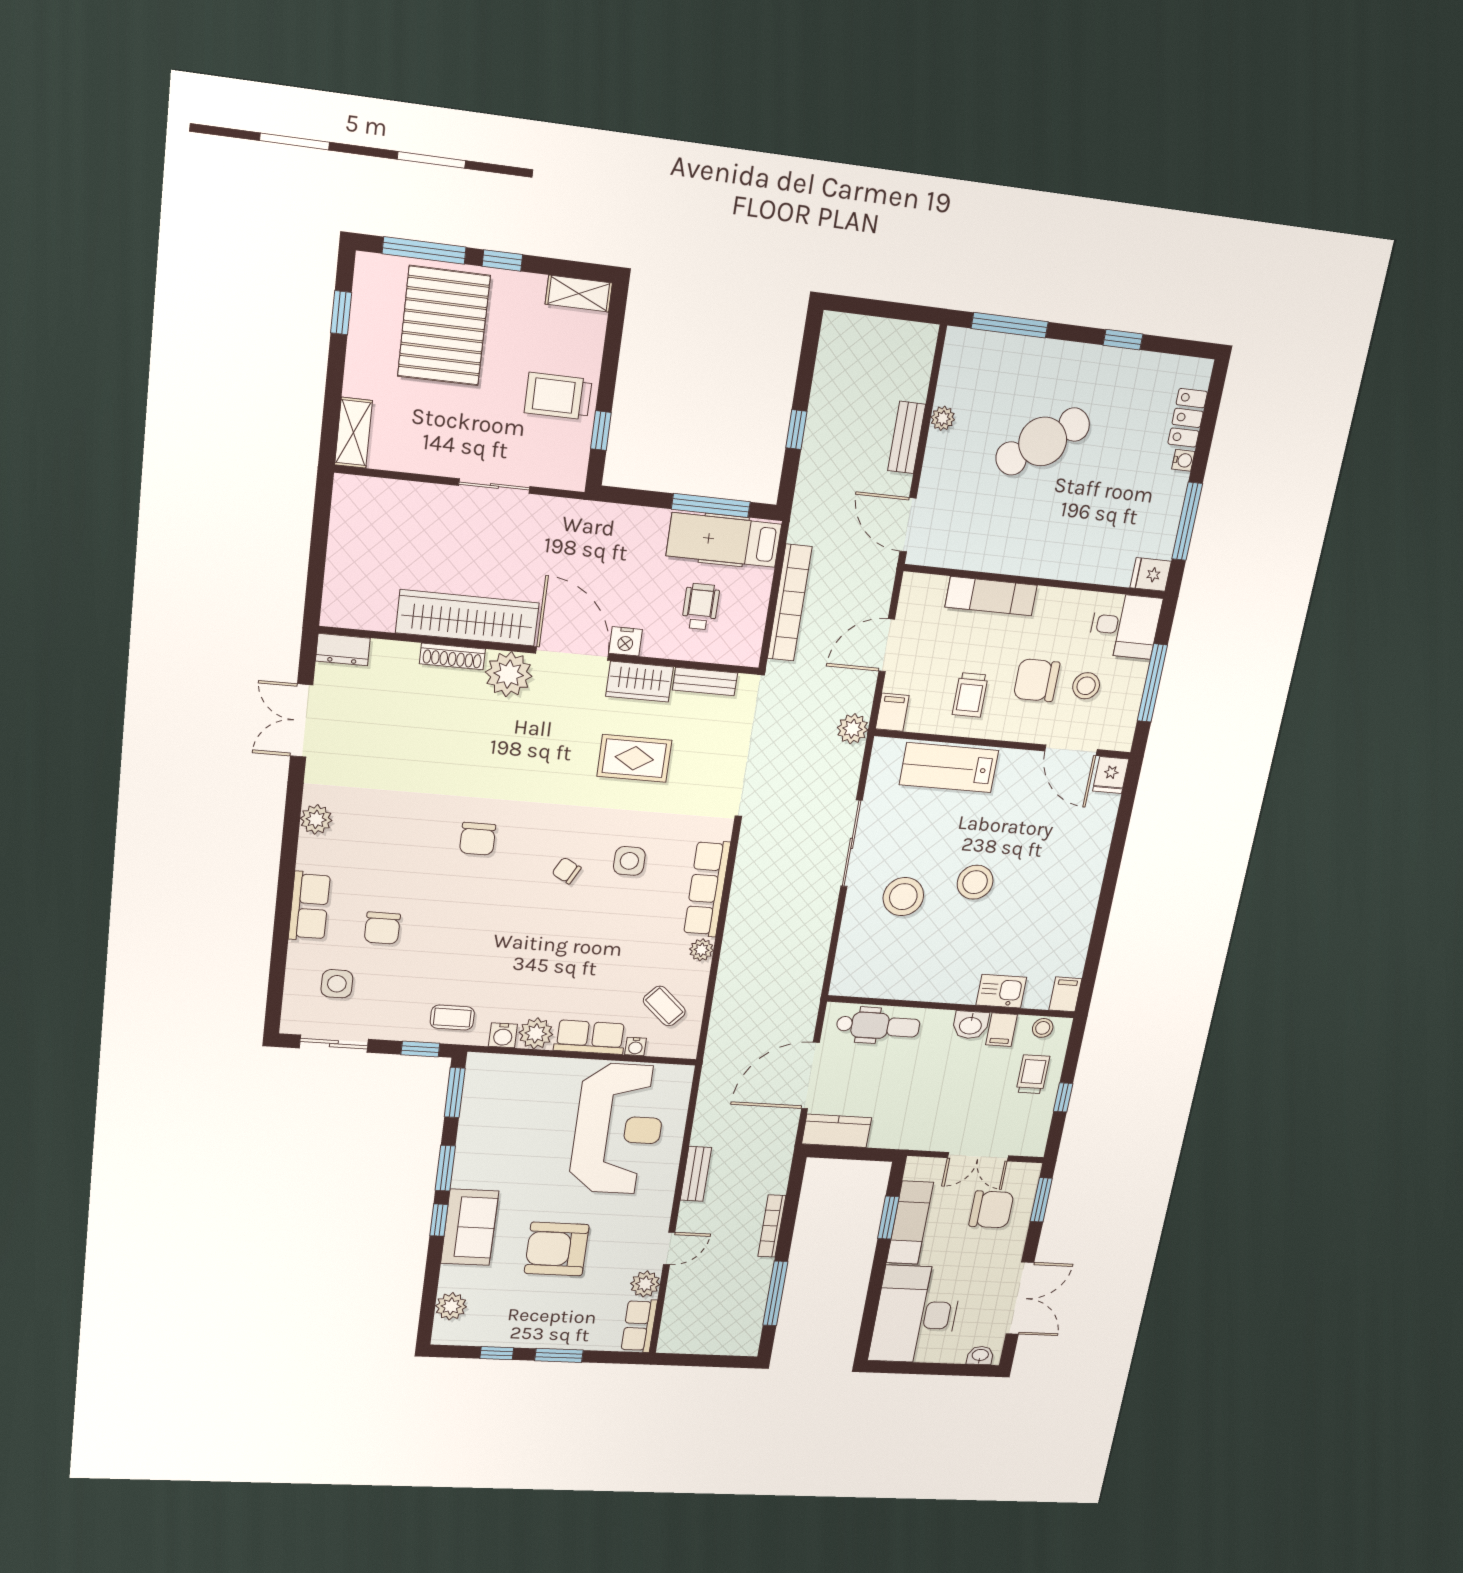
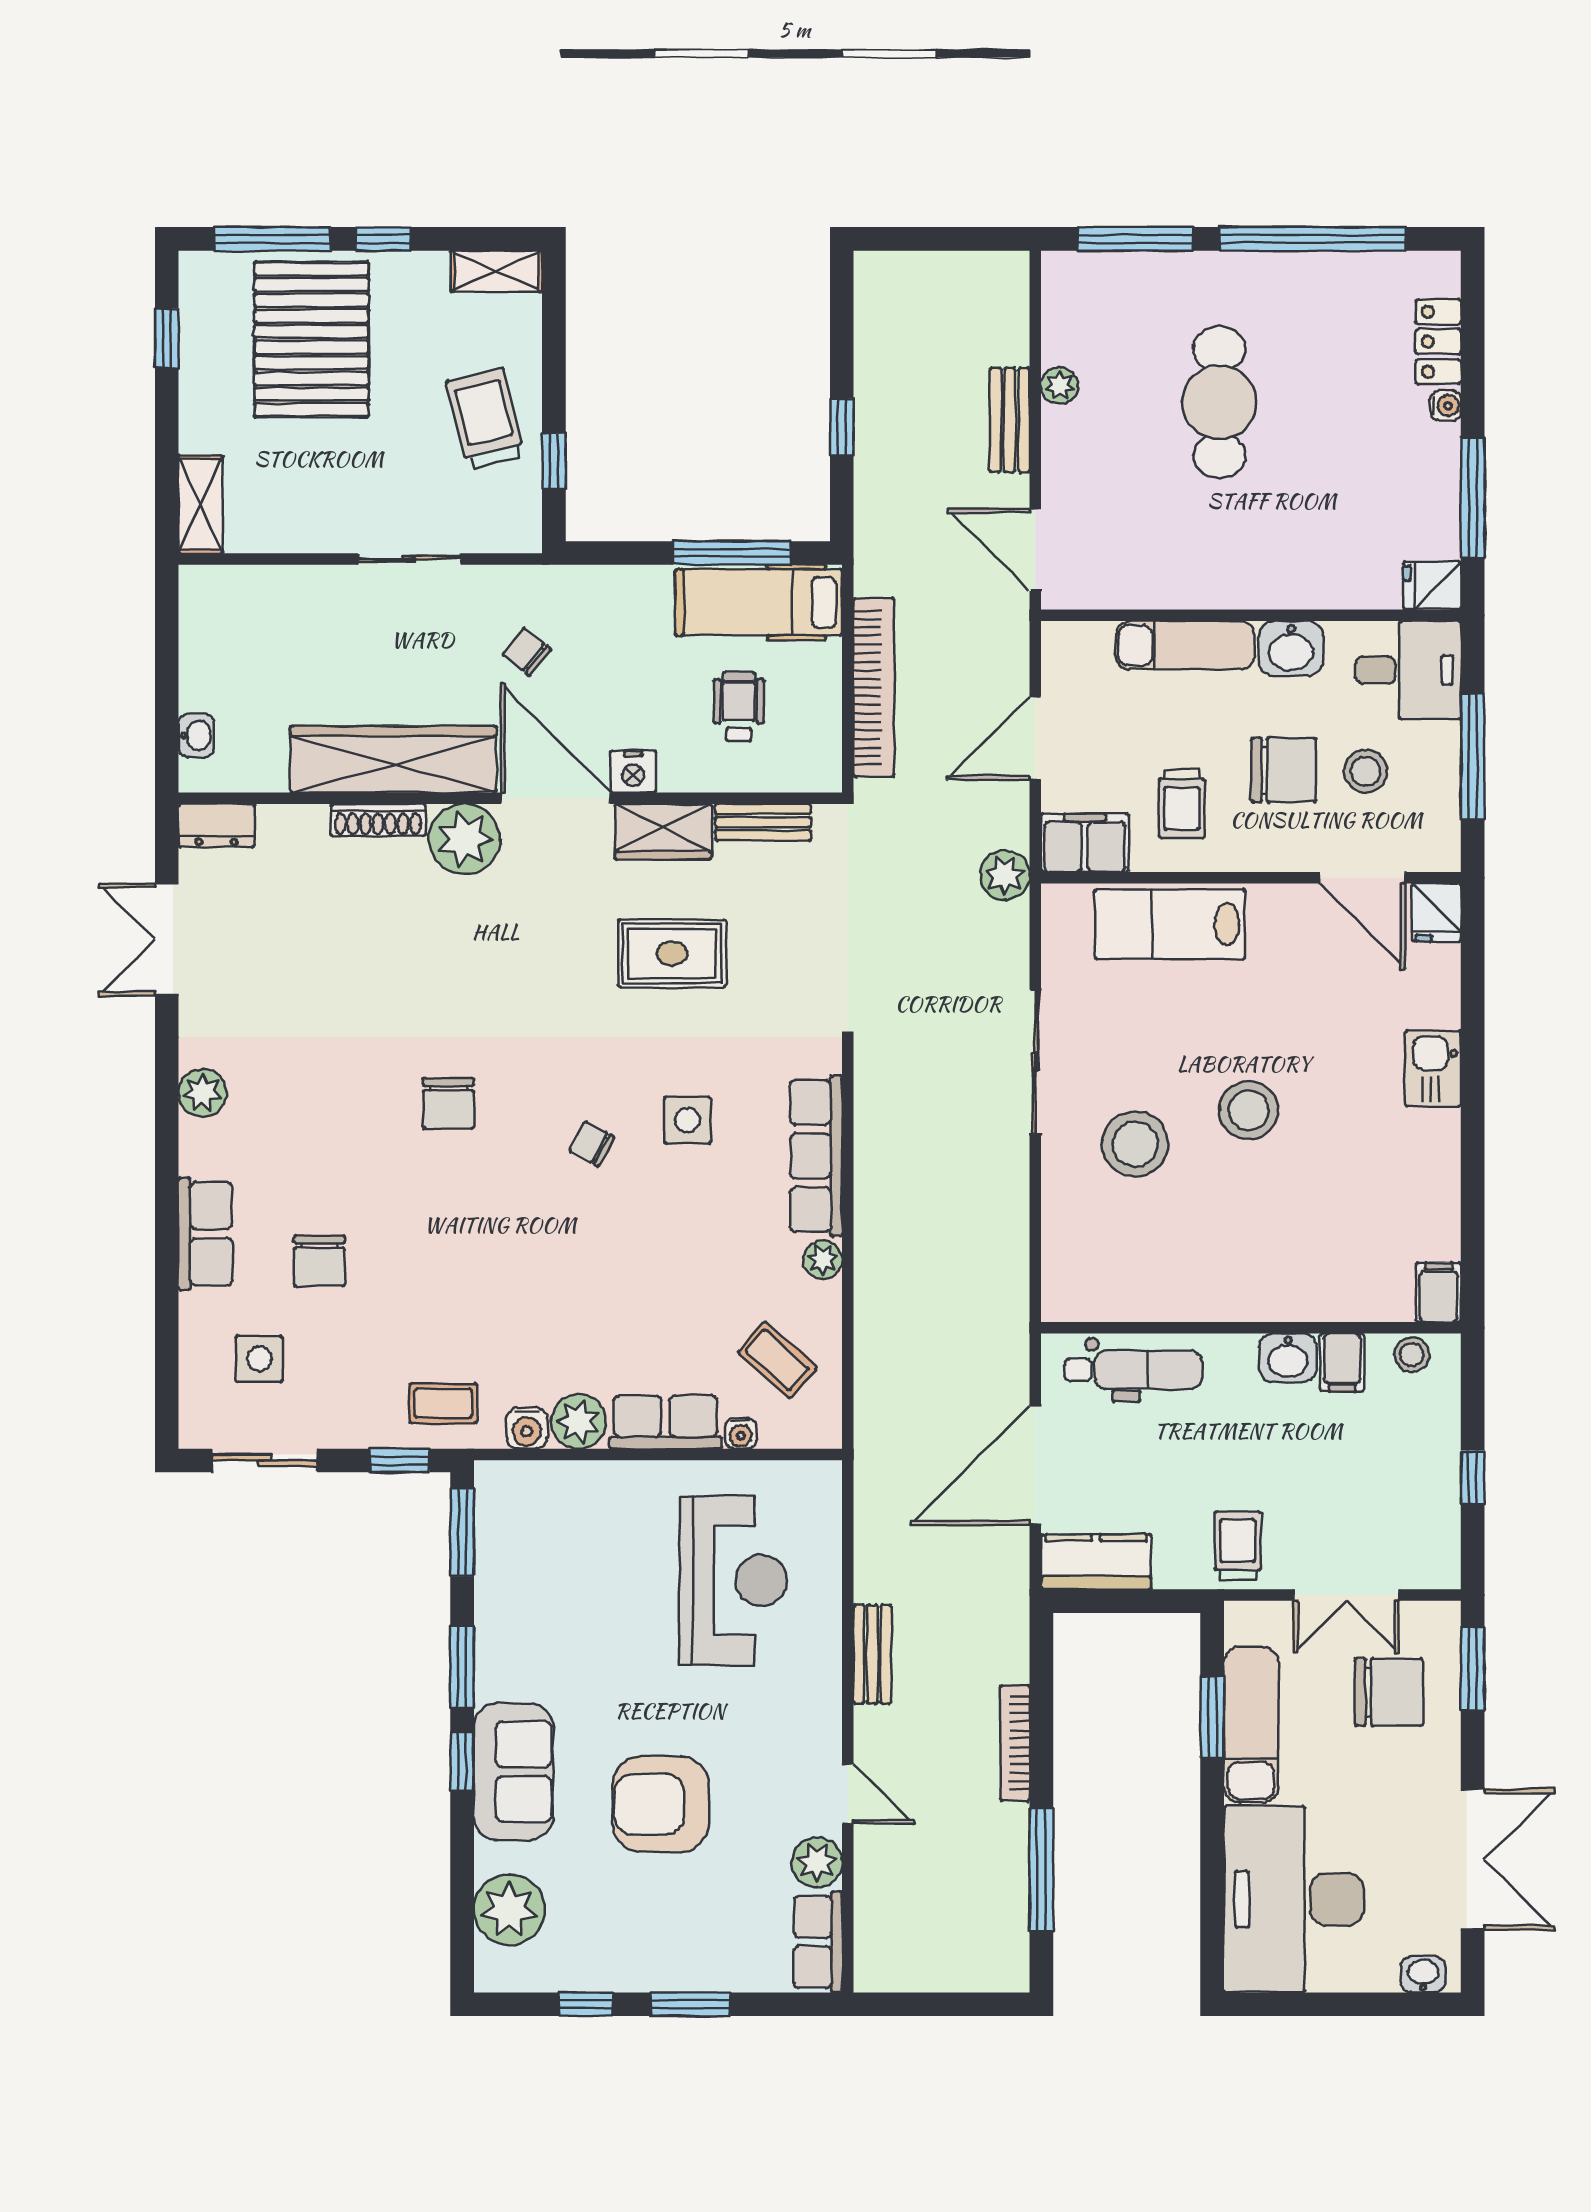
window: (1123, 340) -> (1312, 239), width x3.17
trolley: (558, 396) -> (486, 419), turned 76
cafe table: (1043, 441) -> (1219, 402), turned -55
chair: (566, 556) -> (527, 652), added
washbasin: (335, 589) -> (196, 735), added
washbasin: (1056, 605) -> (1291, 648), added
chair: (1037, 680) -> (1284, 770), turned 180
filing cabinet: (892, 712) -> (1085, 843), width x2.00
kitchen sink: (1001, 991) -> (1433, 1069), moved, turned -90
trolley: (1033, 1074) -> (1238, 1545), moved
reception desk: (618, 1129) -> (733, 1580), width x0.74, depth x0.77
door: (669, 1248) -> (848, 1794), hinge flipped
plant: (451, 1306) -> (509, 1910), width x1.36, depth x1.36

